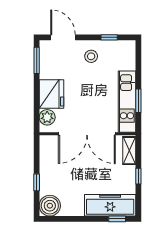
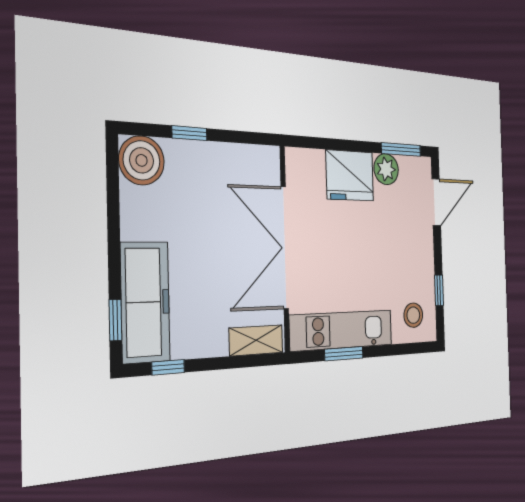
stool: (91, 56) -> (413, 315), moved
plant: (47, 117) -> (386, 169), moved
window: (138, 176) -> (168, 367), moved

